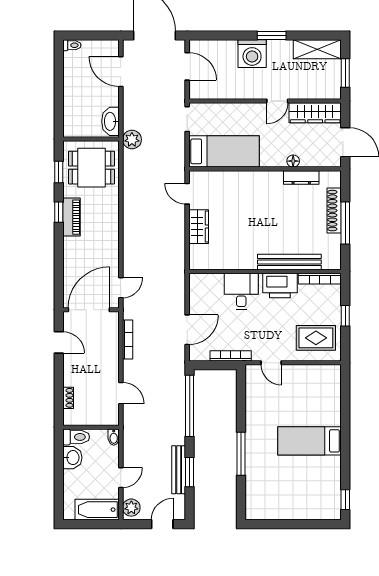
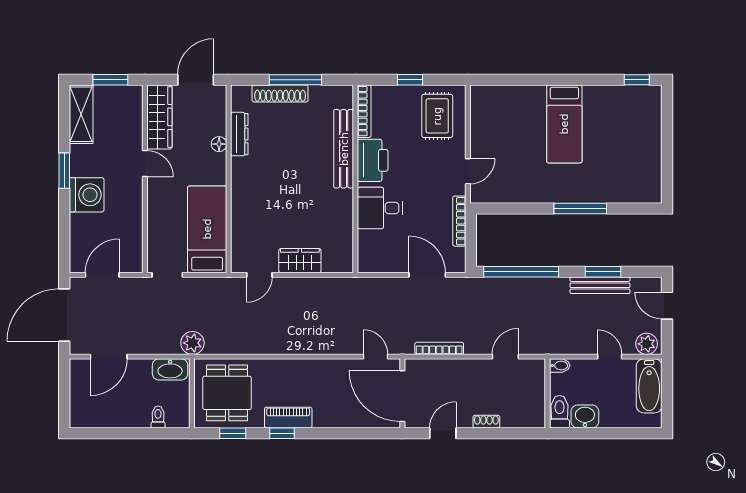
toilet: (72, 45) -> (158, 417), moved
shoe rack: (68, 398) -> (486, 422), moved

